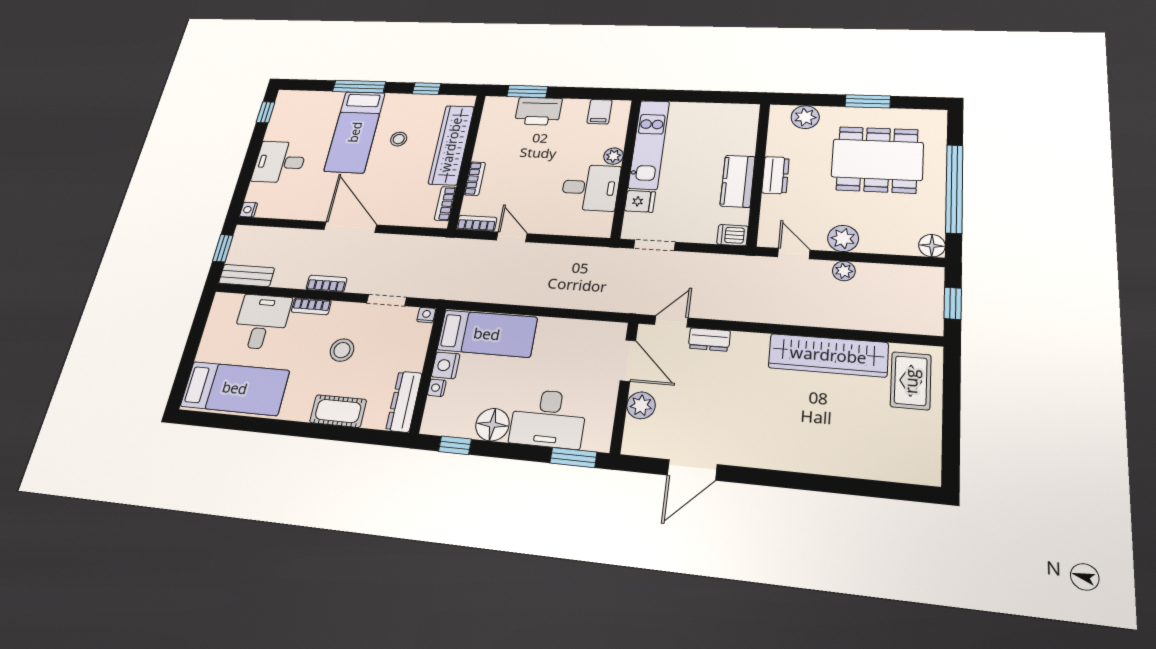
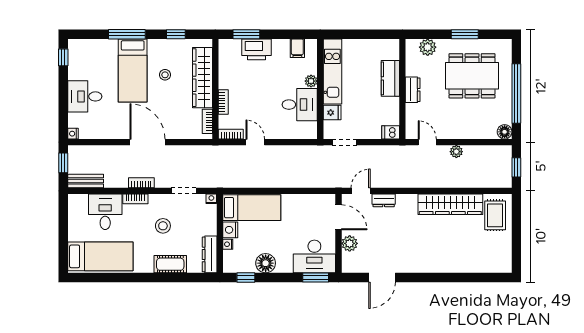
kitchen counter: (738, 181) -> (390, 78), moved
plant: (843, 238) -> (455, 130), removed
desk: (548, 419) -> (314, 256), moved

